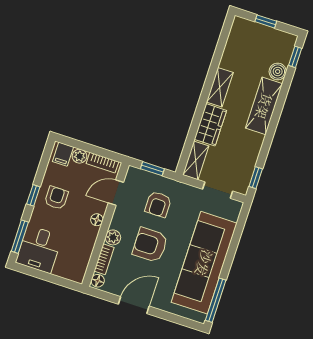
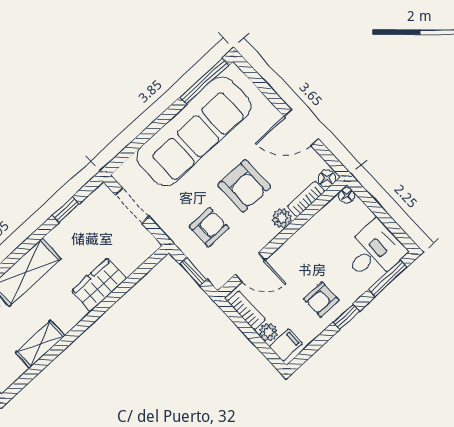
shelving: (220, 87) -> (40, 344), moved
shelving: (196, 160) -> (138, 254), removed
window: (256, 178) -> (66, 210), moved
floor lamp: (97, 220) -> (347, 195), moved

